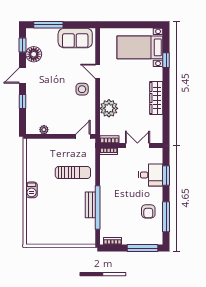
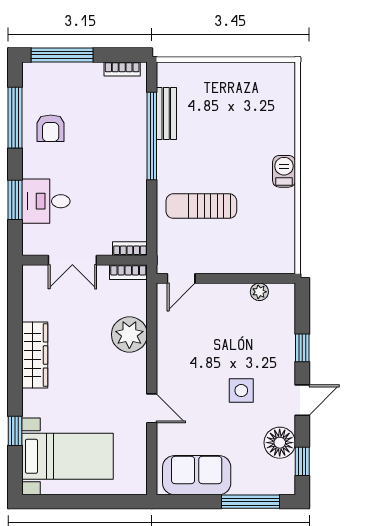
side table: (82, 89) -> (241, 391), moved
bench: (90, 205) -> (166, 114), moved
armchair: (148, 211) -> (51, 128), turned 180

